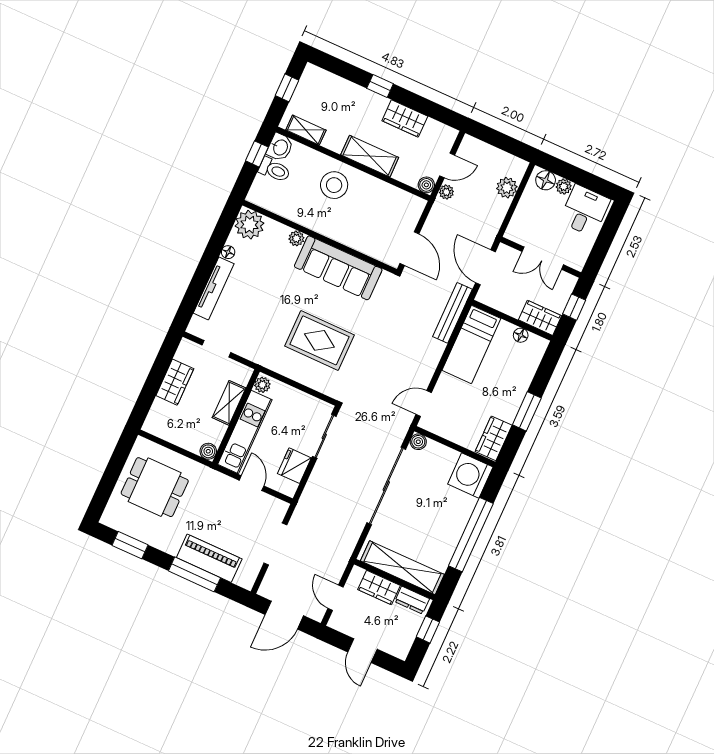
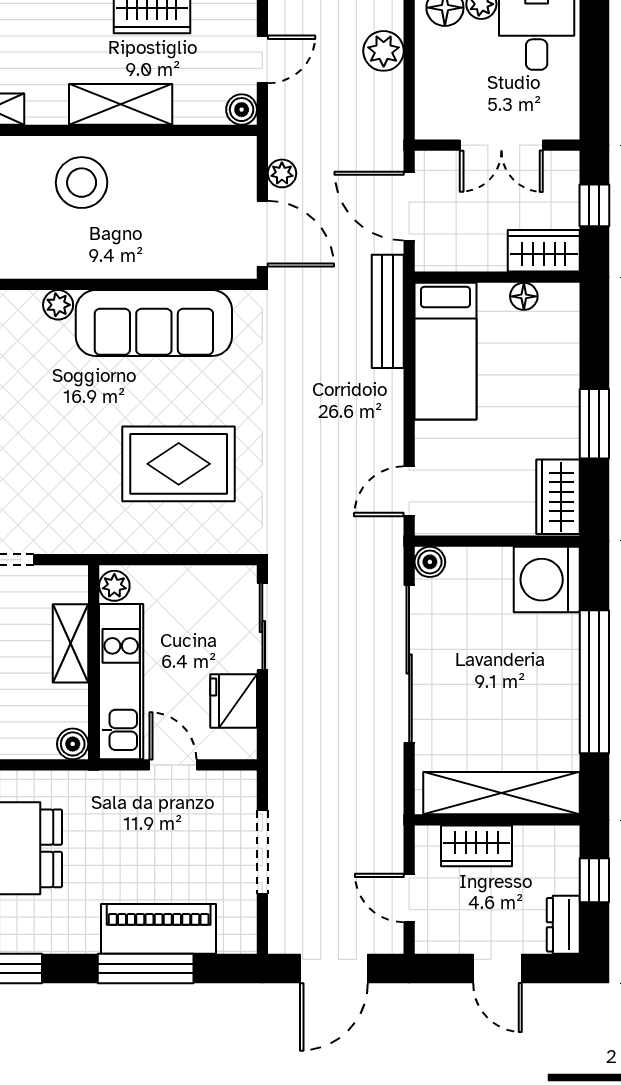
plant: (446, 192) -> (282, 173), moved
dresser: (412, 600) -> (563, 925), moved, turned 90

